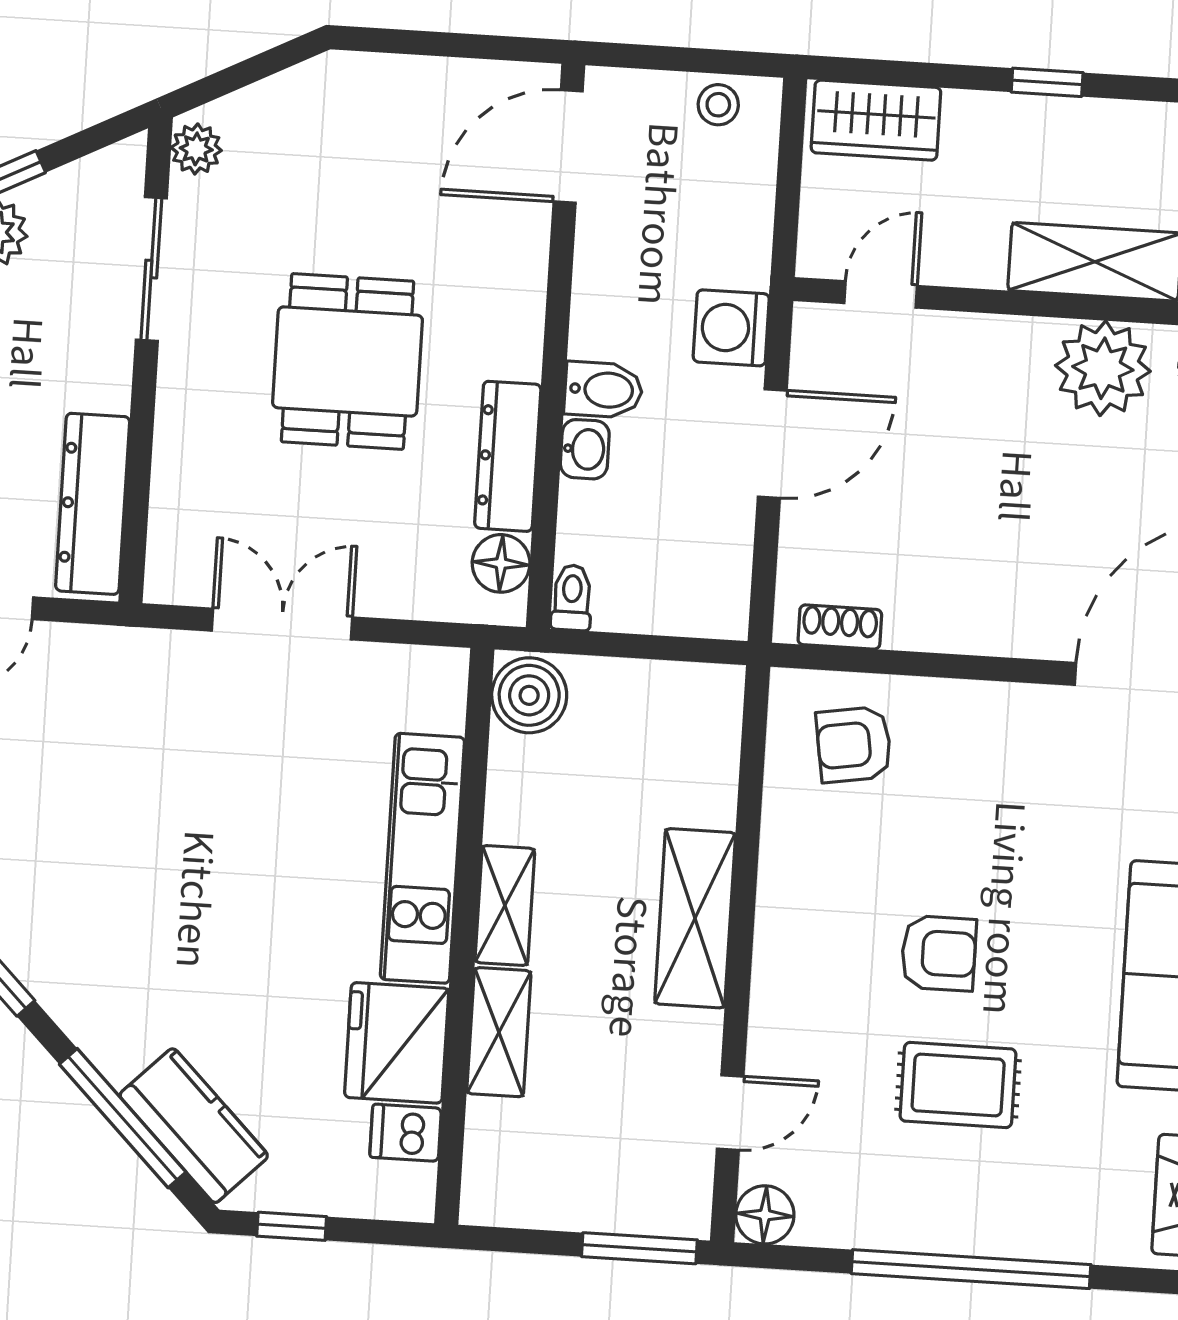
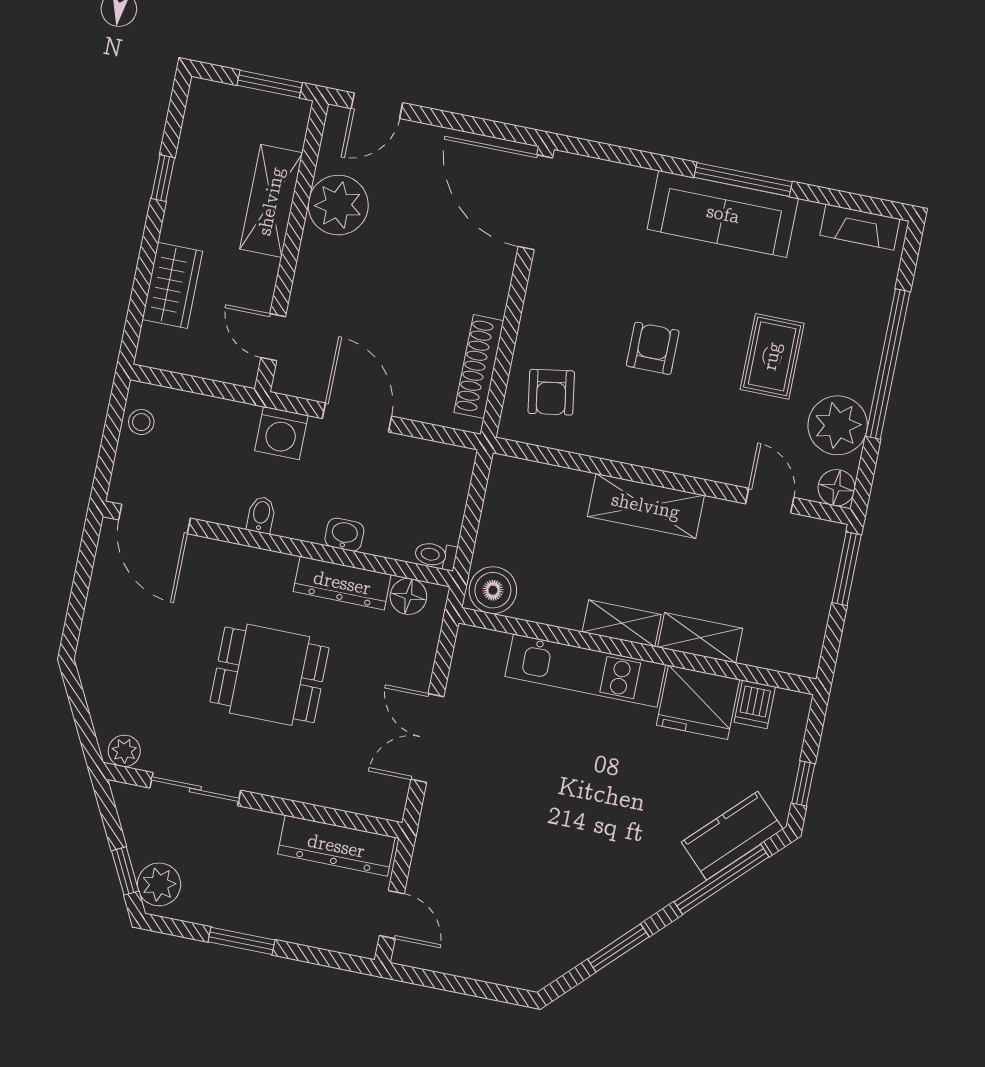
window: (1047, 82) -> (163, 178), moved
wardrobe: (876, 120) -> (172, 285), moved
bidet: (603, 390) -> (261, 515), moved, width x0.72, depth x0.74
shoe rack: (840, 627) -> (479, 367), width x1.94, depth x1.24
armchair: (939, 953) -> (653, 348), moved
plant: (864, 1203) -> (838, 425), added

